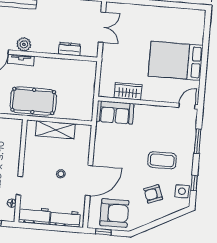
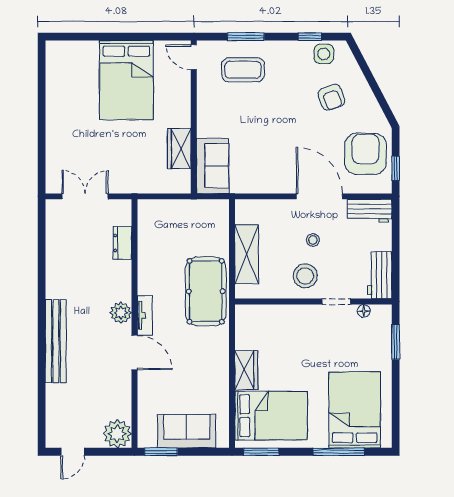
coffee table: (162, 160) -> (243, 70), moved, turned 90
stool: (38, 167) -> (305, 276), added
workbench: (65, 219) -> (370, 211), moved, turned -90

